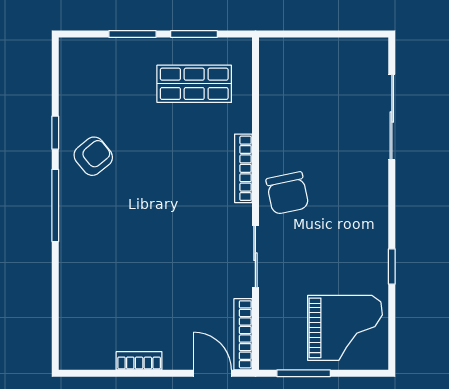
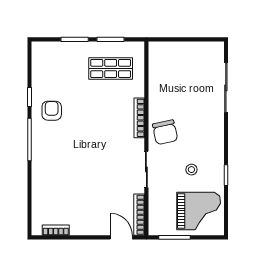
armchair: (93, 156) -> (52, 111), turned -51
stool: (333, 257) -> (191, 170), added
bookcase: (139, 361) -> (56, 230), moved

